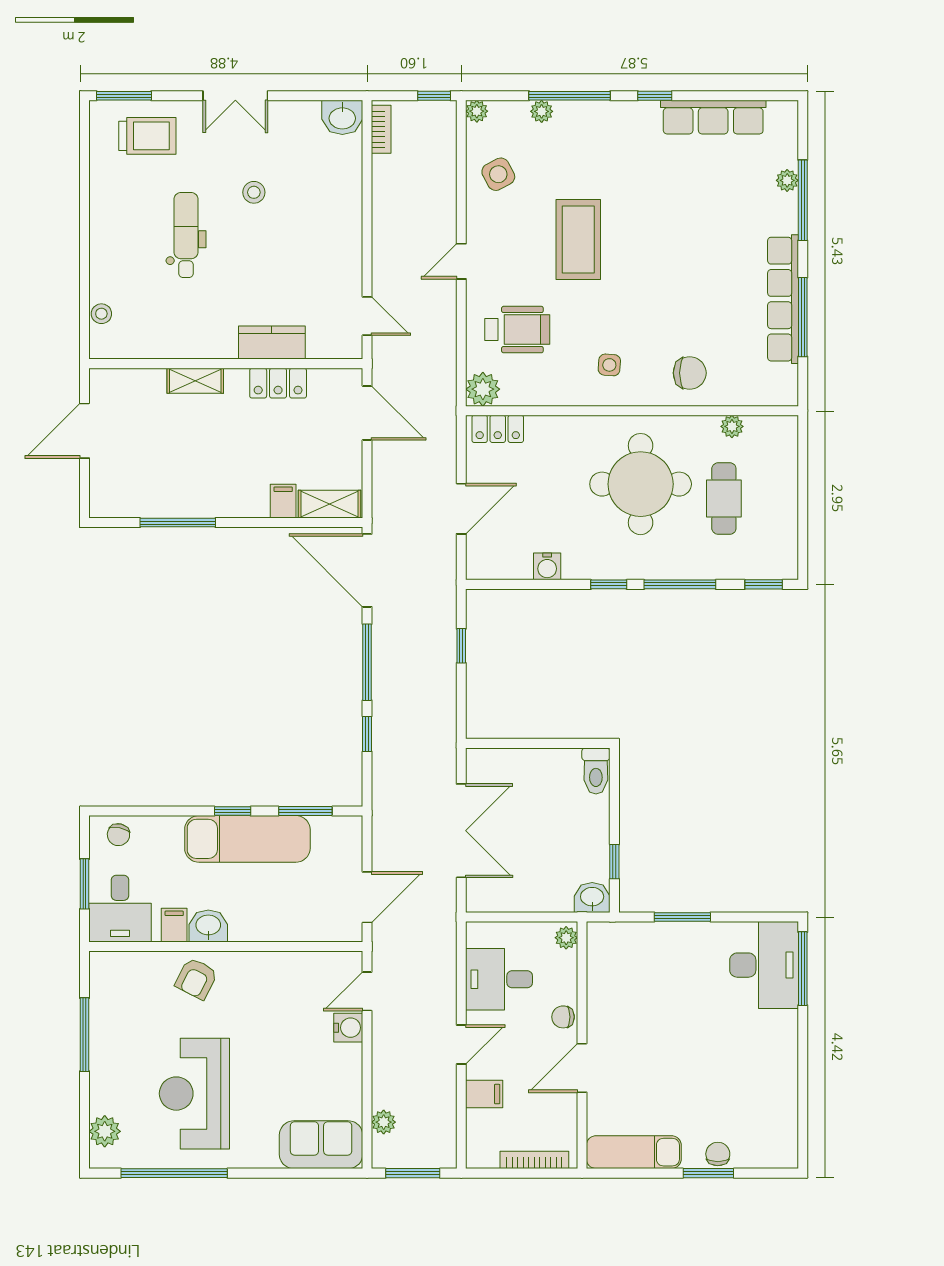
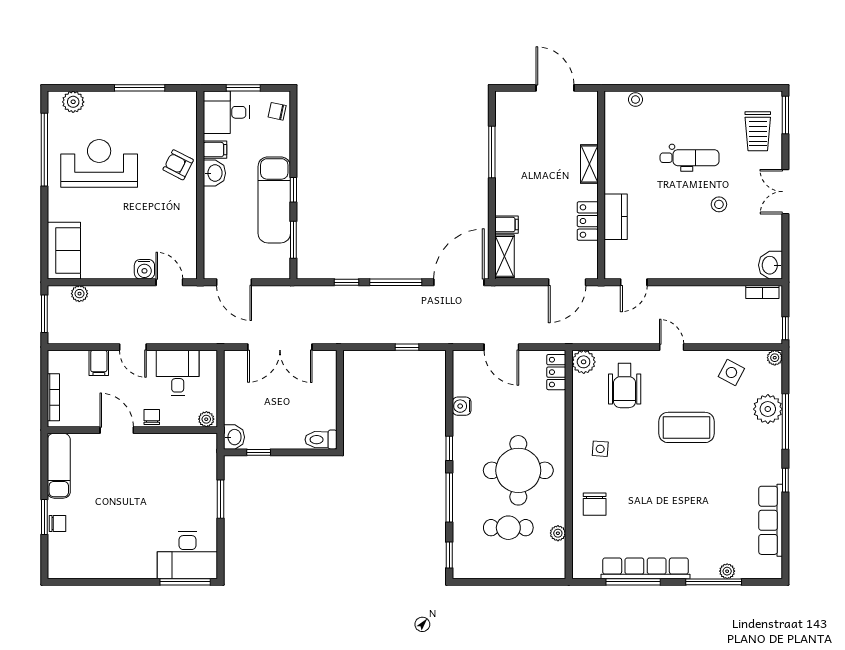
plant: (542, 111) -> (768, 409), width x1.87, depth x1.87
side table: (498, 174) -> (731, 372), turned -34

